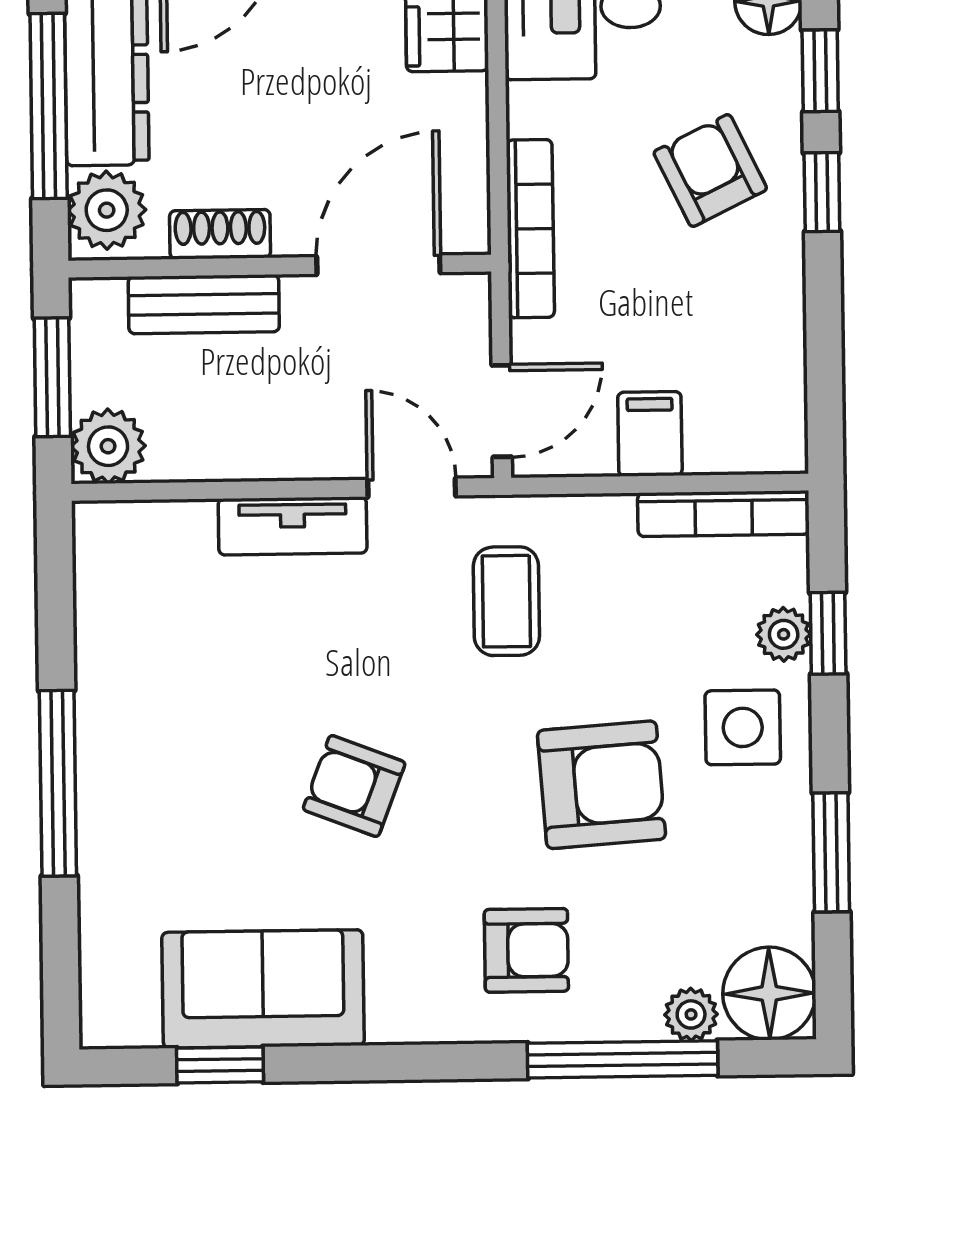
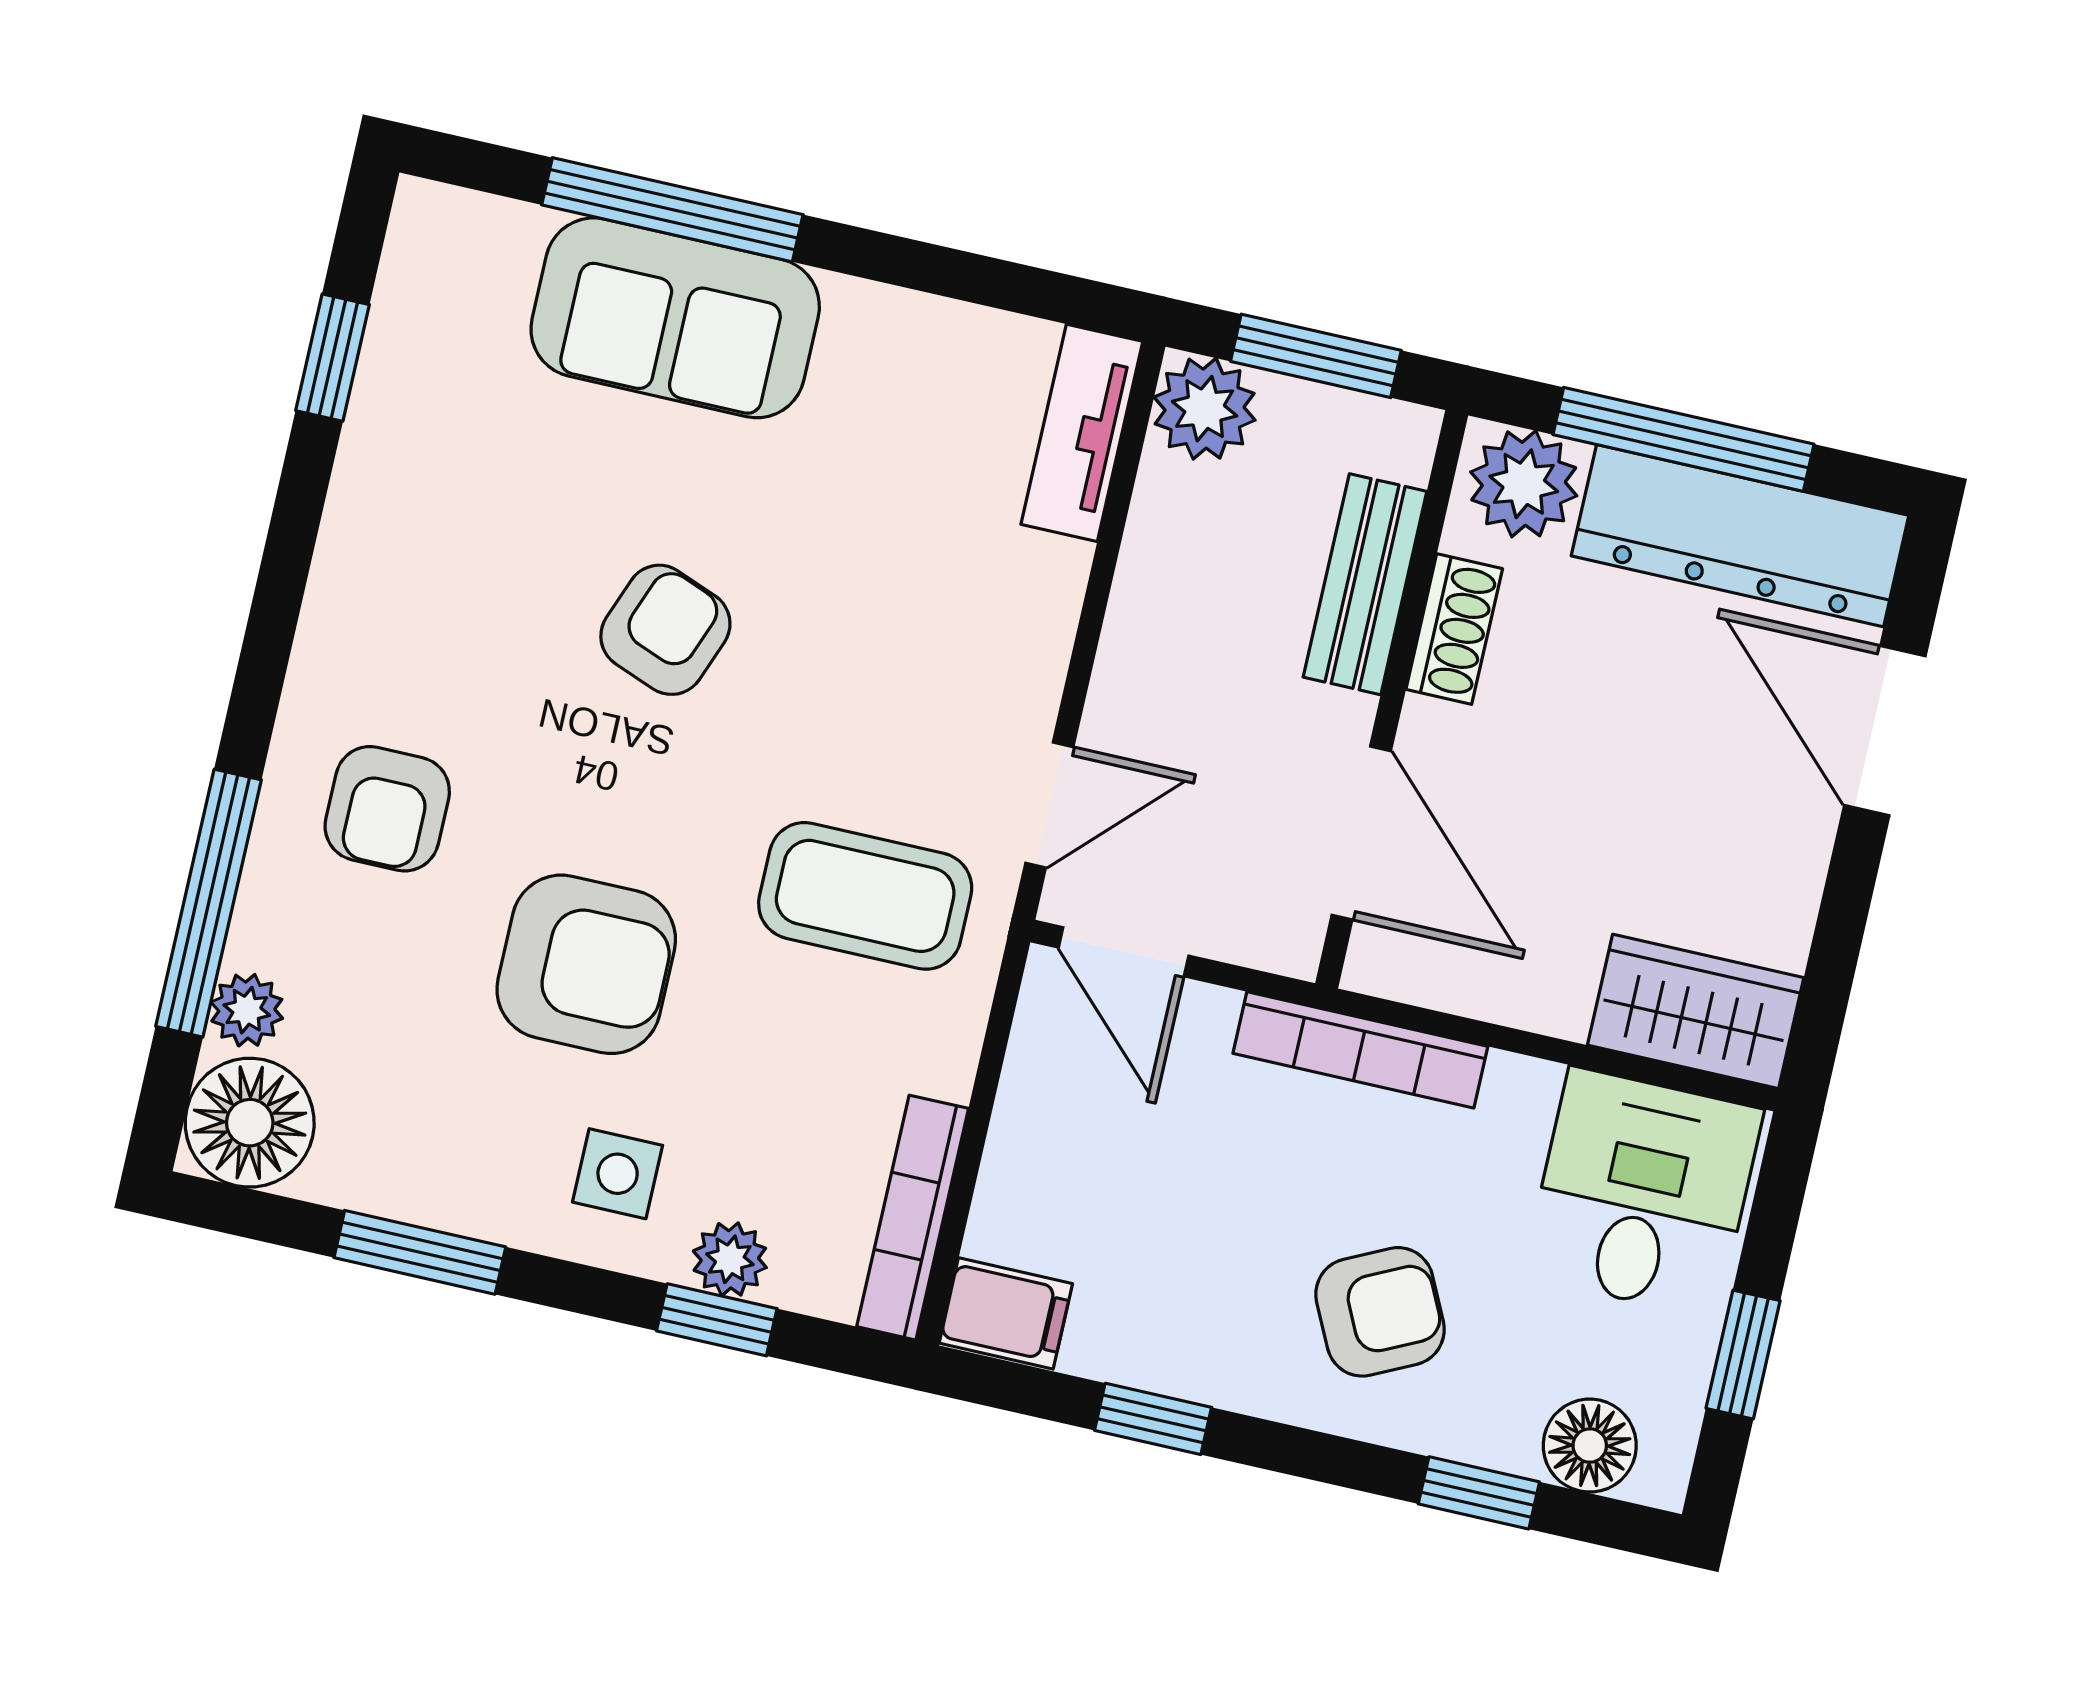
window: (822, 192) -> (1153, 1419), moved
filing cabinet: (650, 434) -> (1006, 1313), moved
tv unit: (293, 526) -> (1082, 433), moved
coffee table: (506, 601) -> (865, 896), width x1.36, depth x1.30
side table: (743, 727) -> (618, 1174), width x0.73, depth x0.73
window: (58, 783) -> (672, 210), moved
armchair: (601, 785) -> (586, 964), turned -86
sofa: (263, 989) -> (675, 318), moved, turned 90

